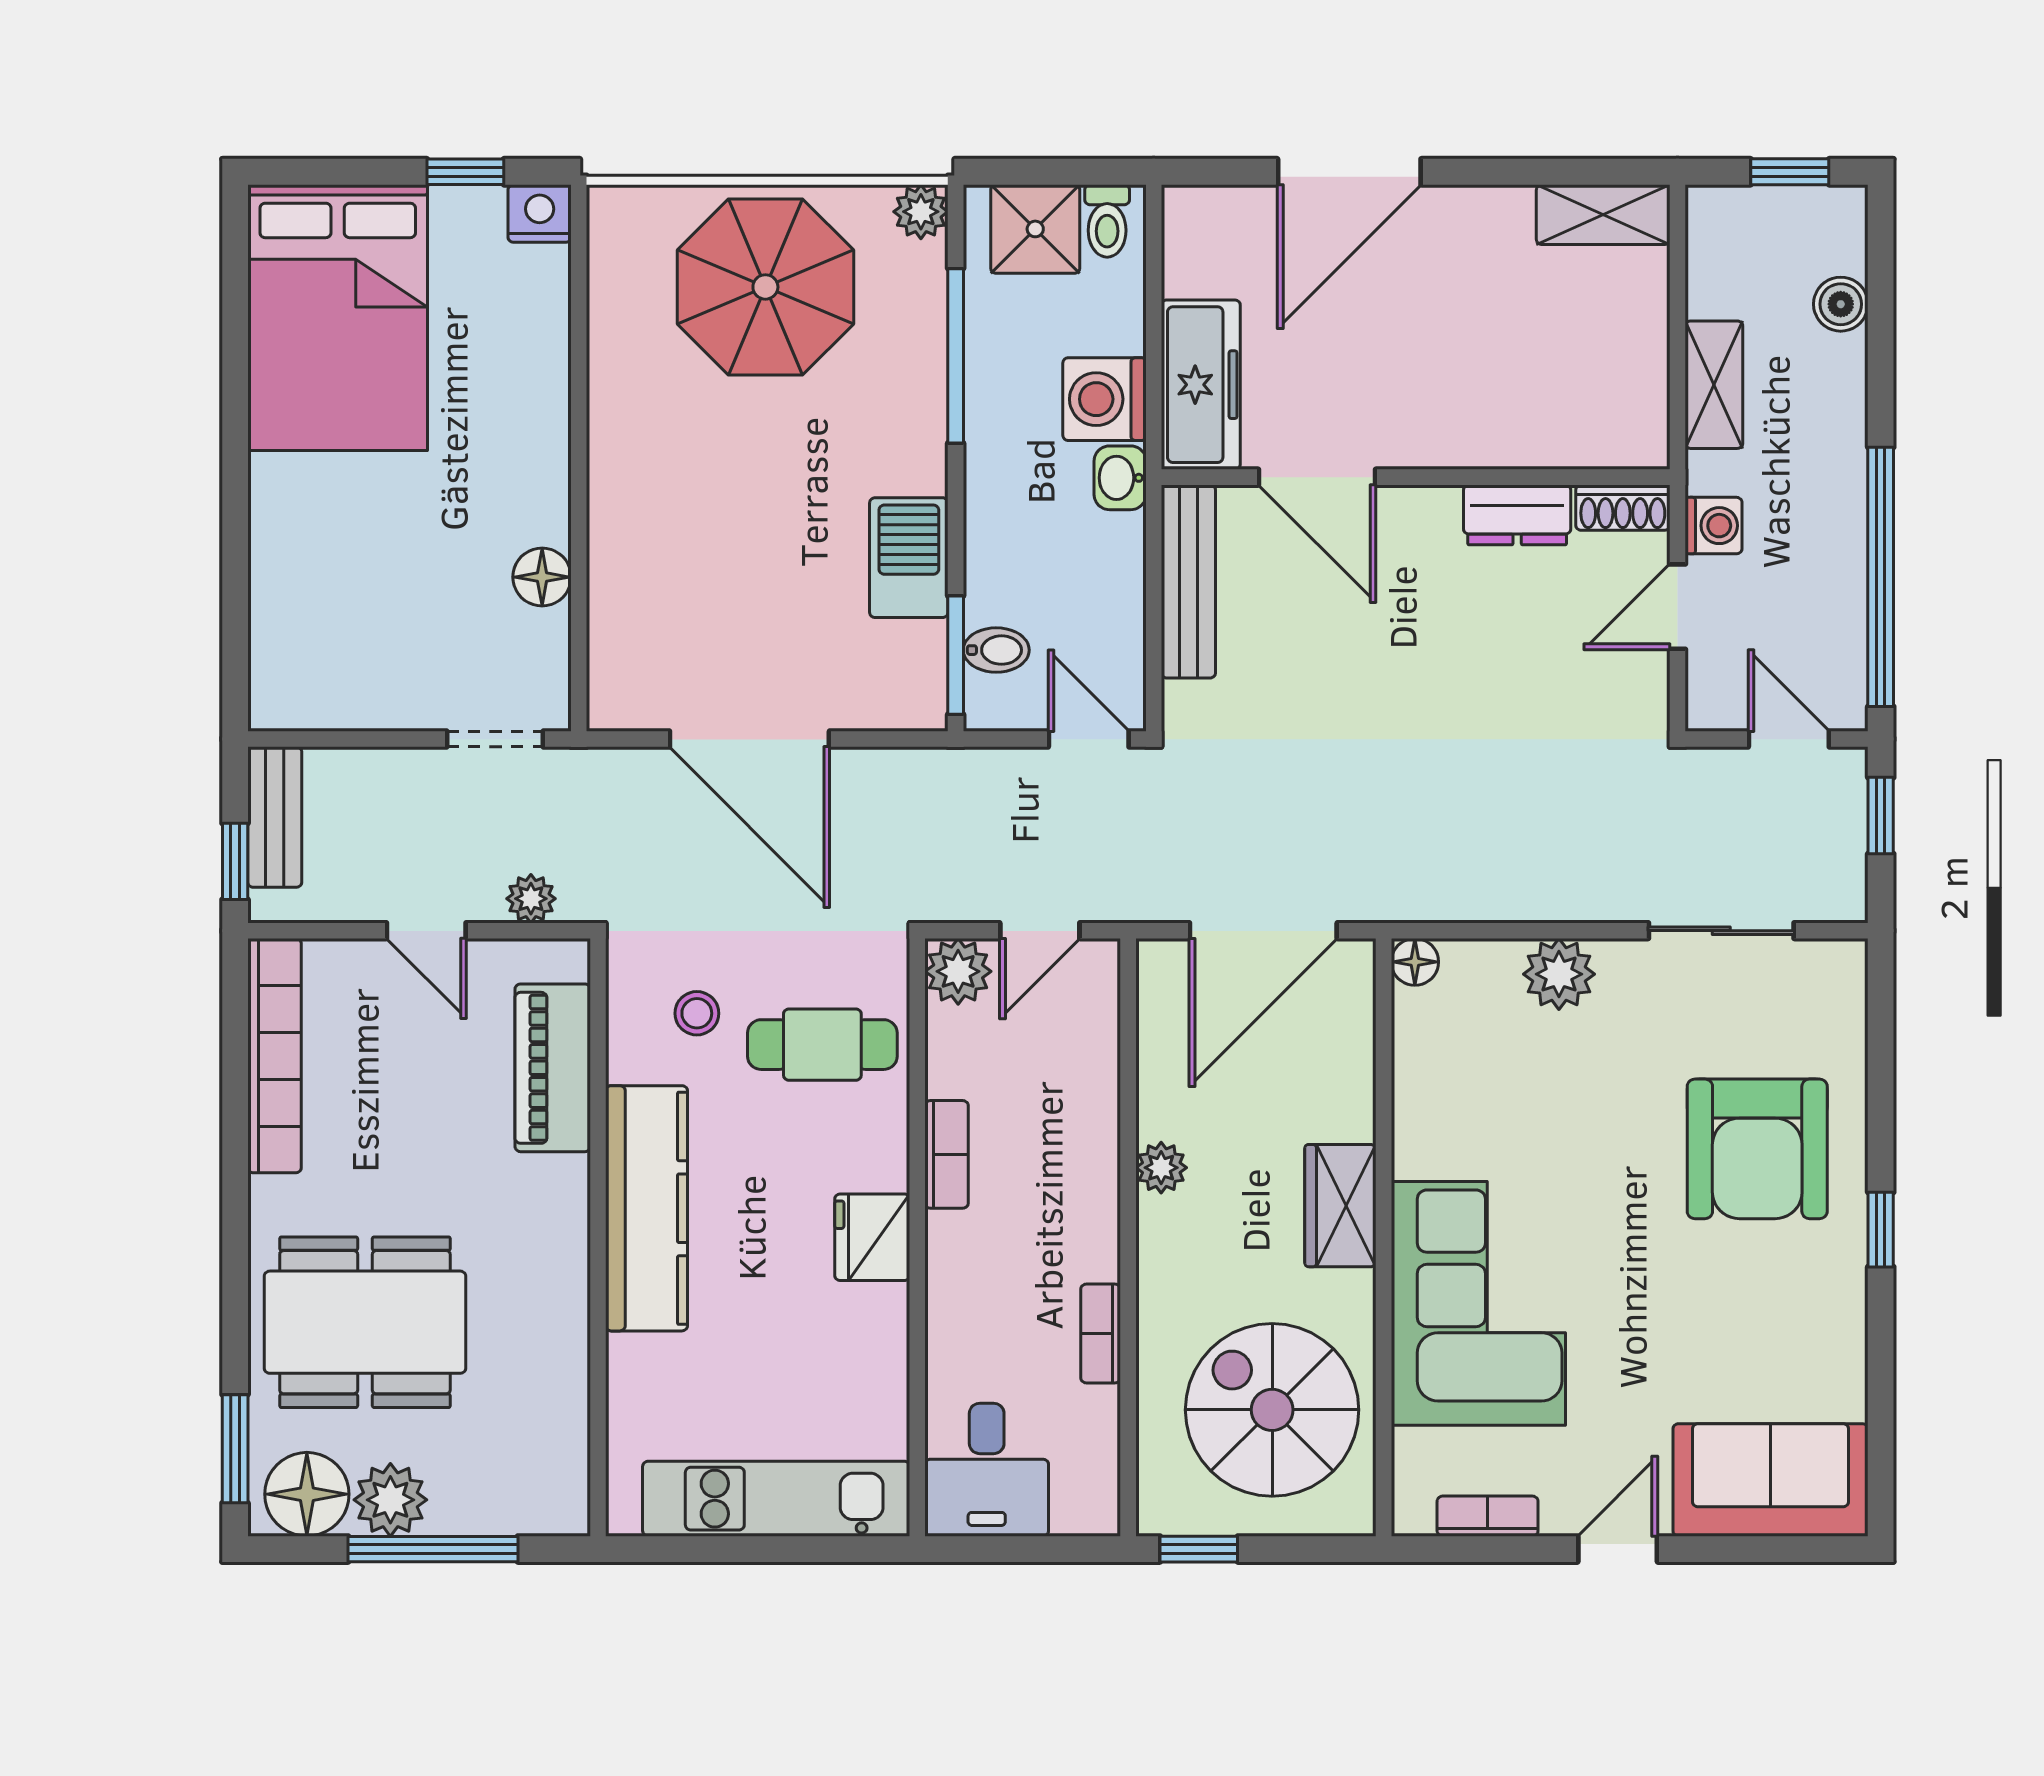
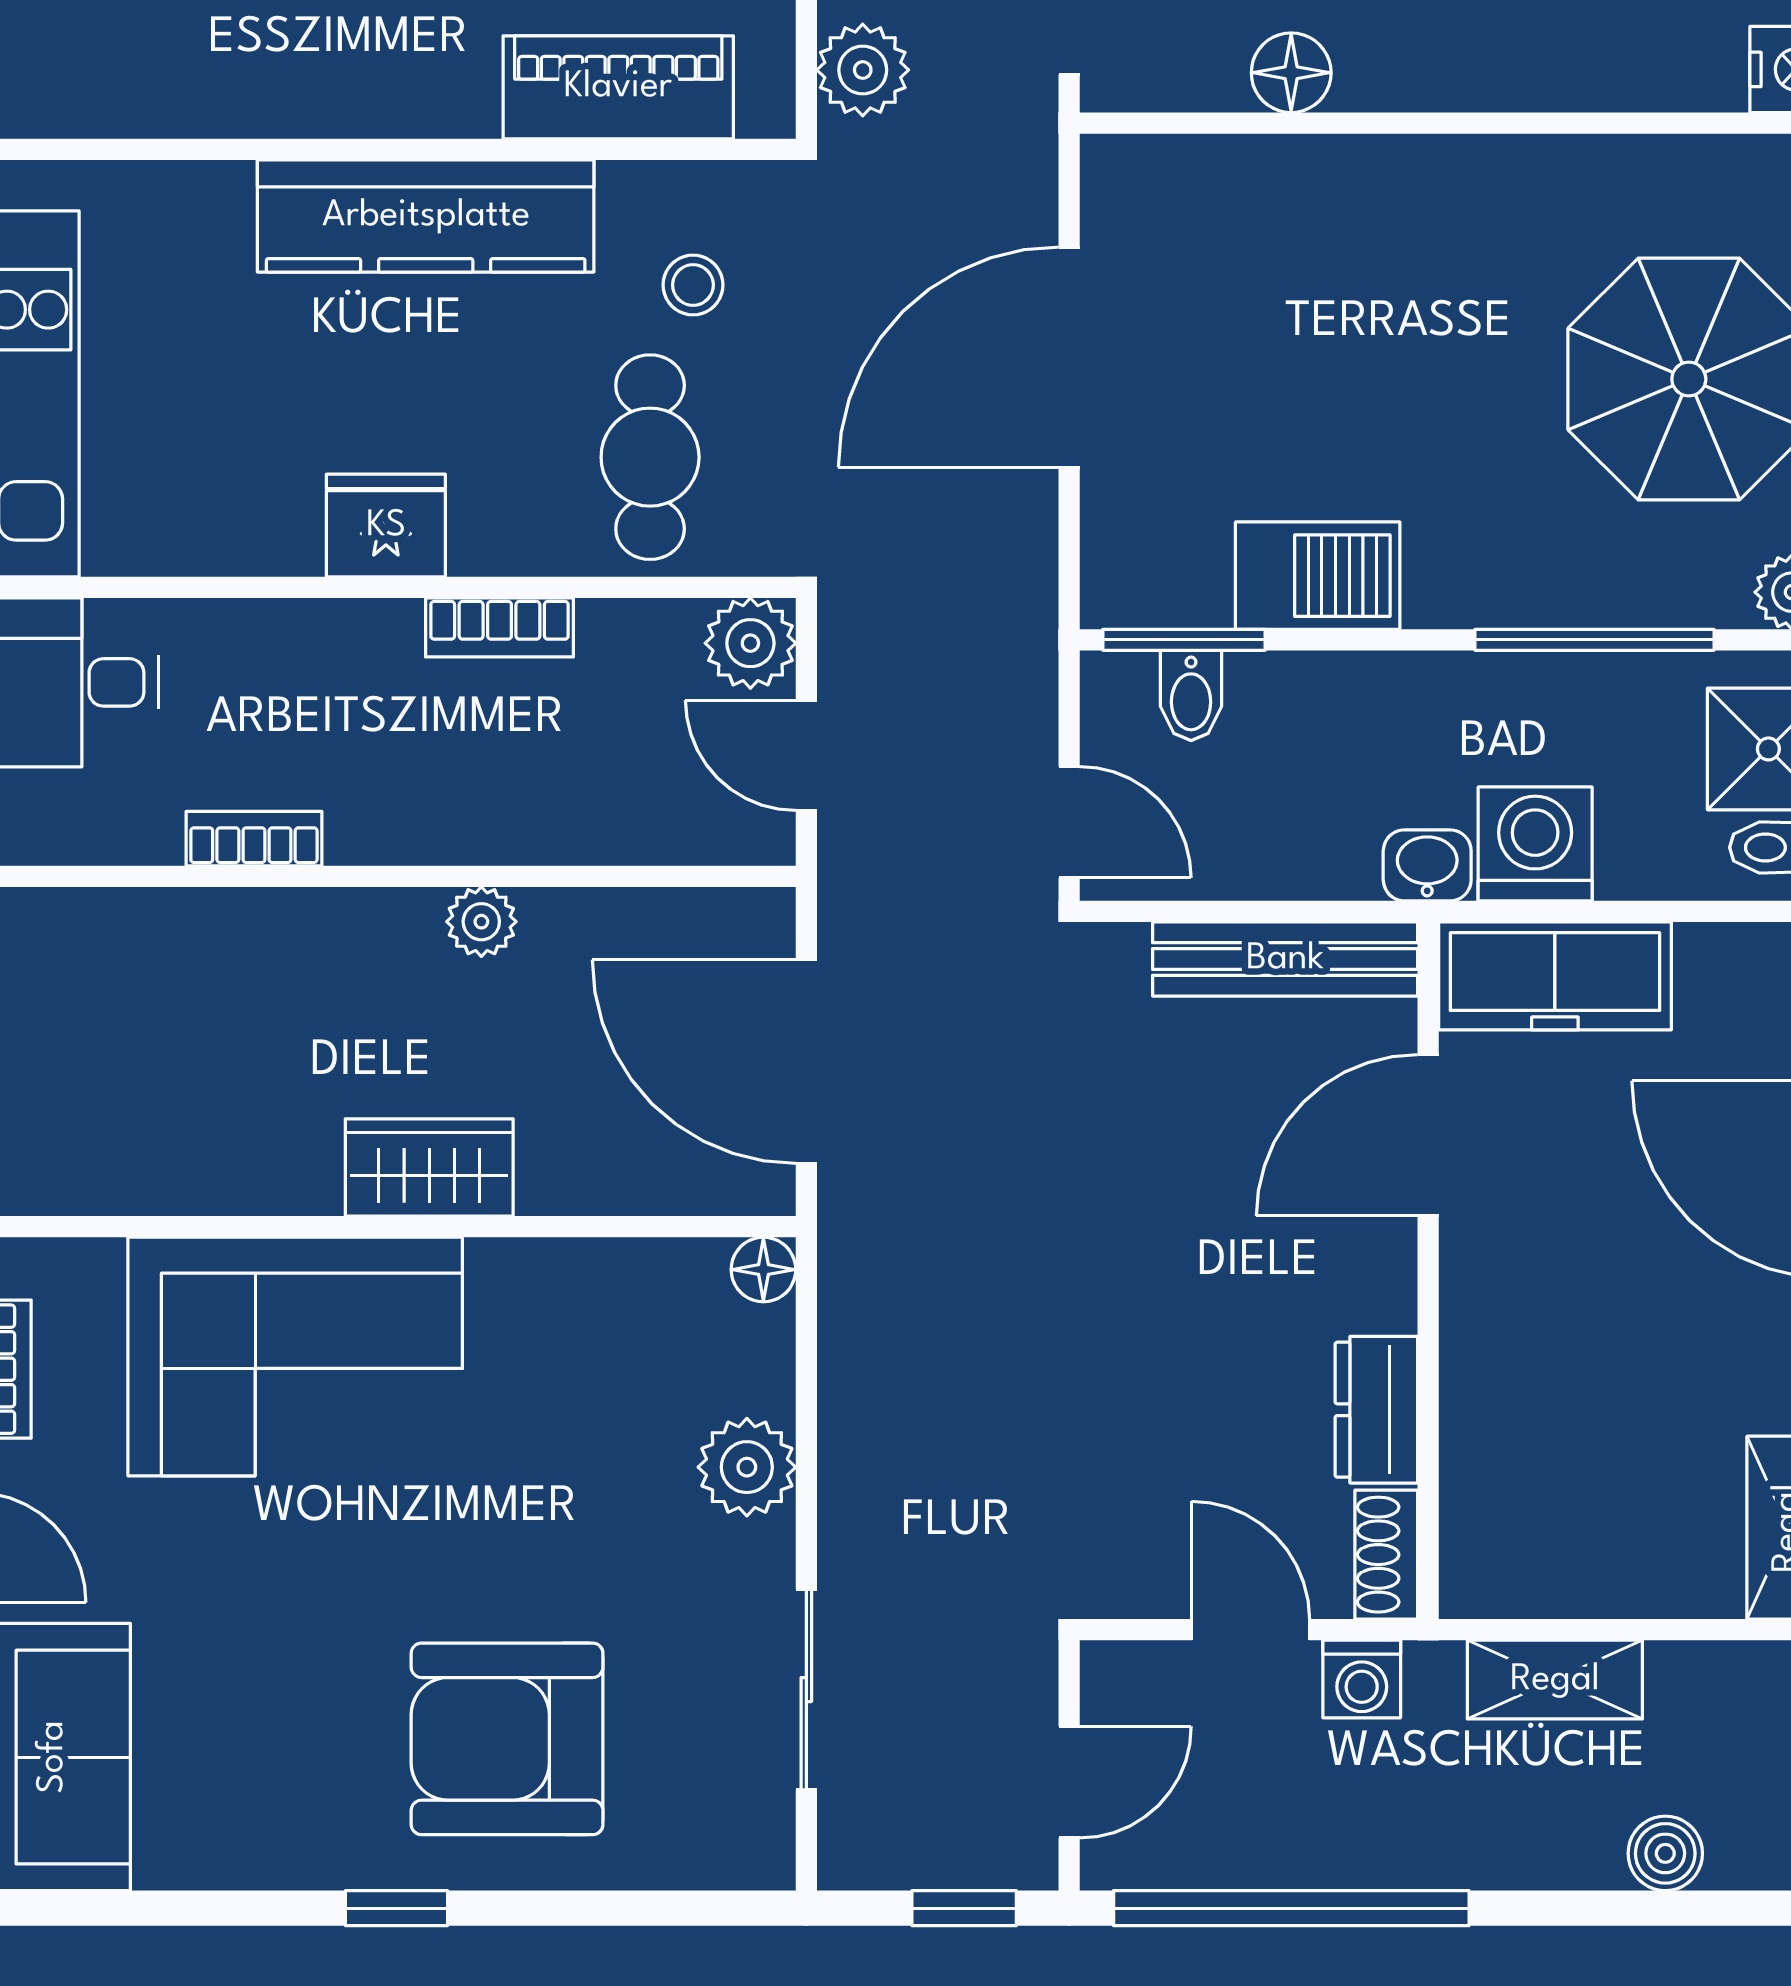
door: (1089, 739) -> (1069, 822), hinge flipped
plant: (531, 899) -> (863, 70), width x1.38, depth x1.38
spiral stairs: (1272, 1410) -> (149, 1074), removed

